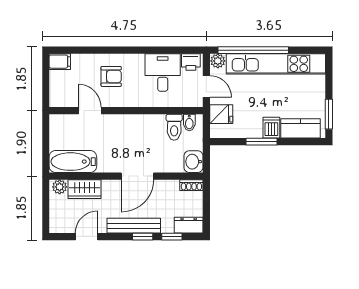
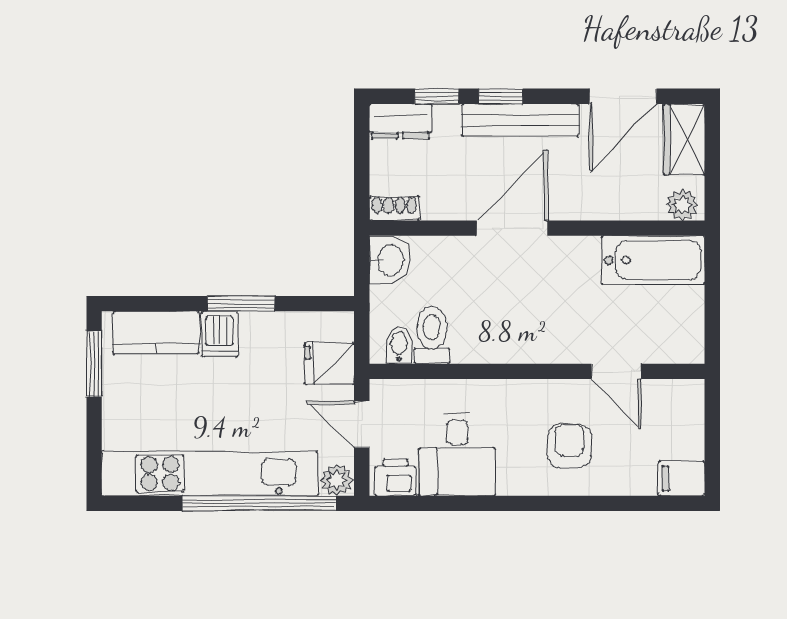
armchair: (111, 76) -> (569, 446), turned 90
wardrobe: (84, 189) -> (684, 139), moved, turned -90
door: (87, 237) -> (623, 96), width x1.38

